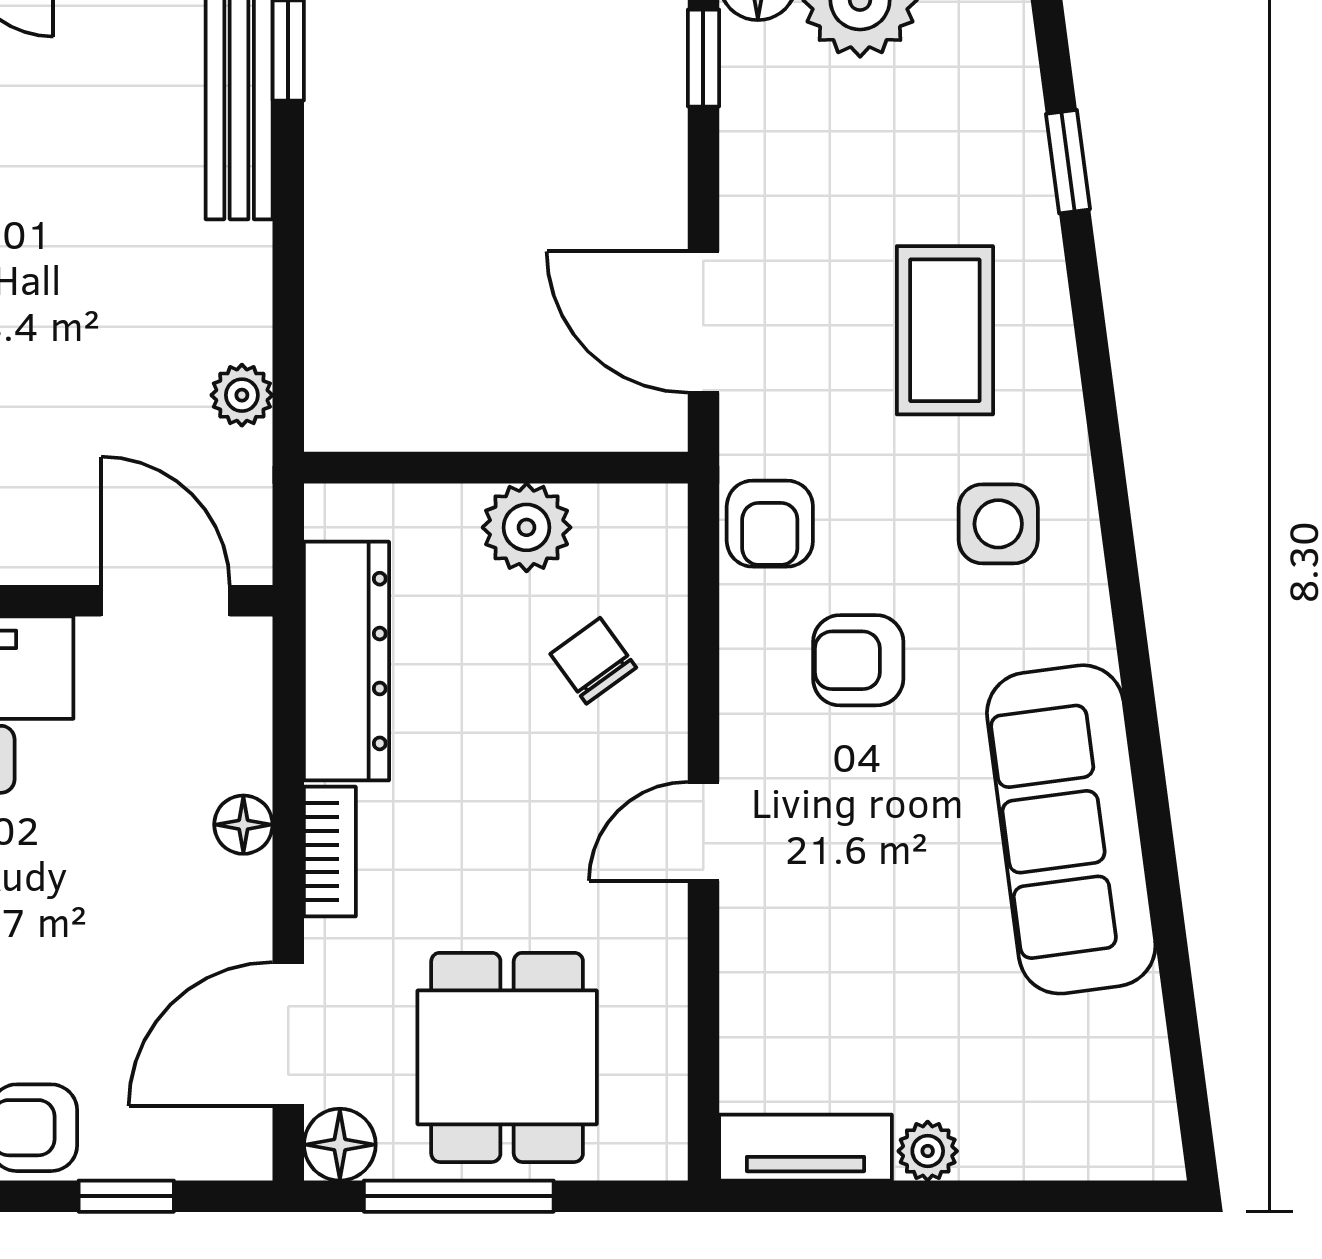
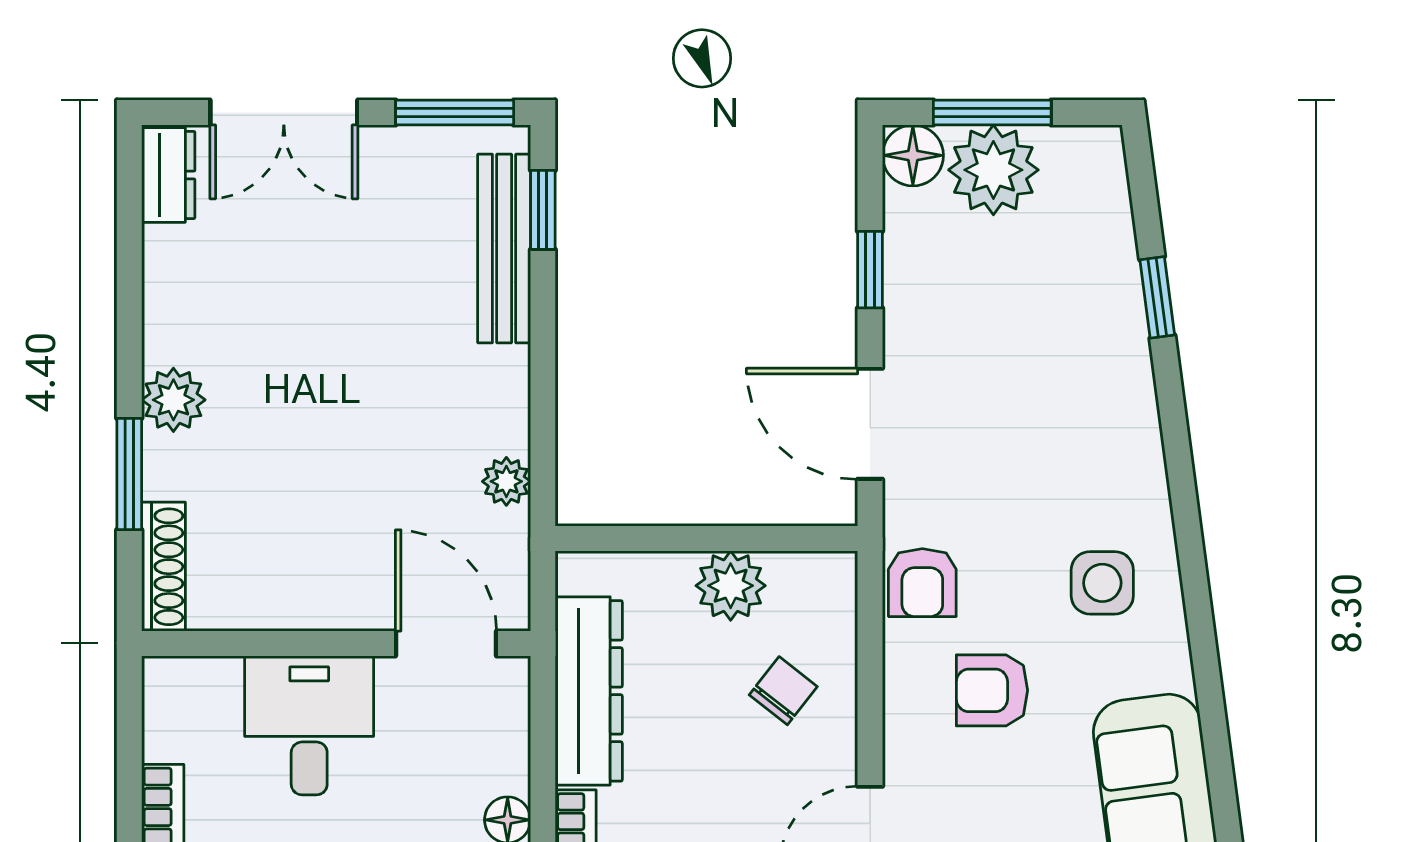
window: (703, 58) -> (870, 270), moved
coffee table: (945, 330) -> (1060, 430), removed
chair: (593, 661) -> (783, 691), turned 74

